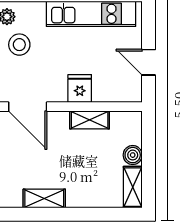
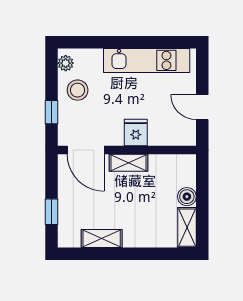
shelving: (90, 120) -> (128, 163), moved

